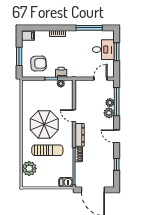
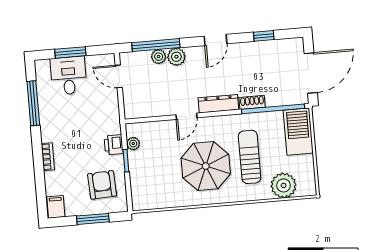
barbecue: (66, 182) -> (298, 132), width x1.88, depth x1.53

